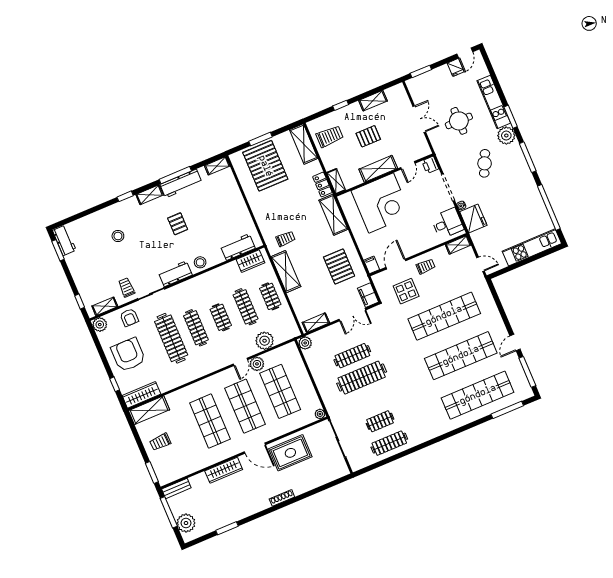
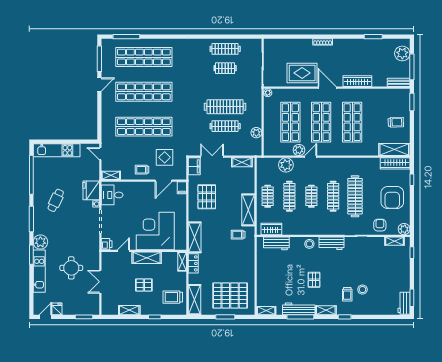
cafe table: (485, 163) -> (56, 200), moved
pallet: (265, 166) -> (230, 295), turned 90
trolley: (126, 287) -> (347, 294), moved
plant: (305, 343) -> (256, 133), moved

